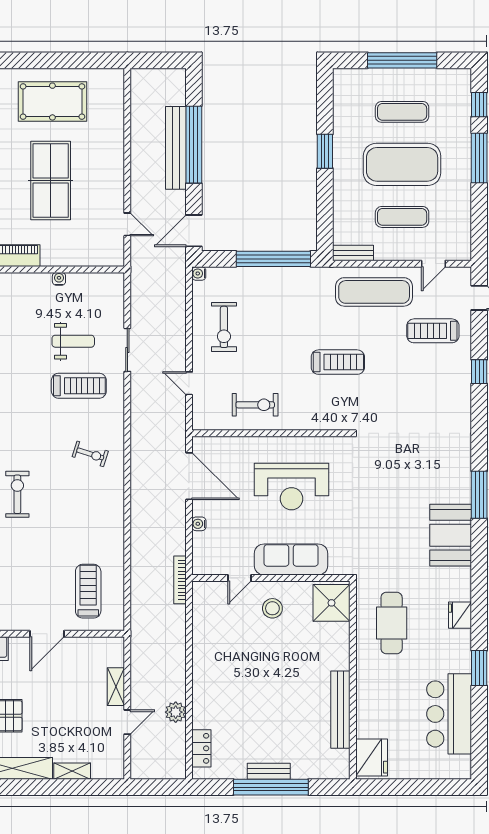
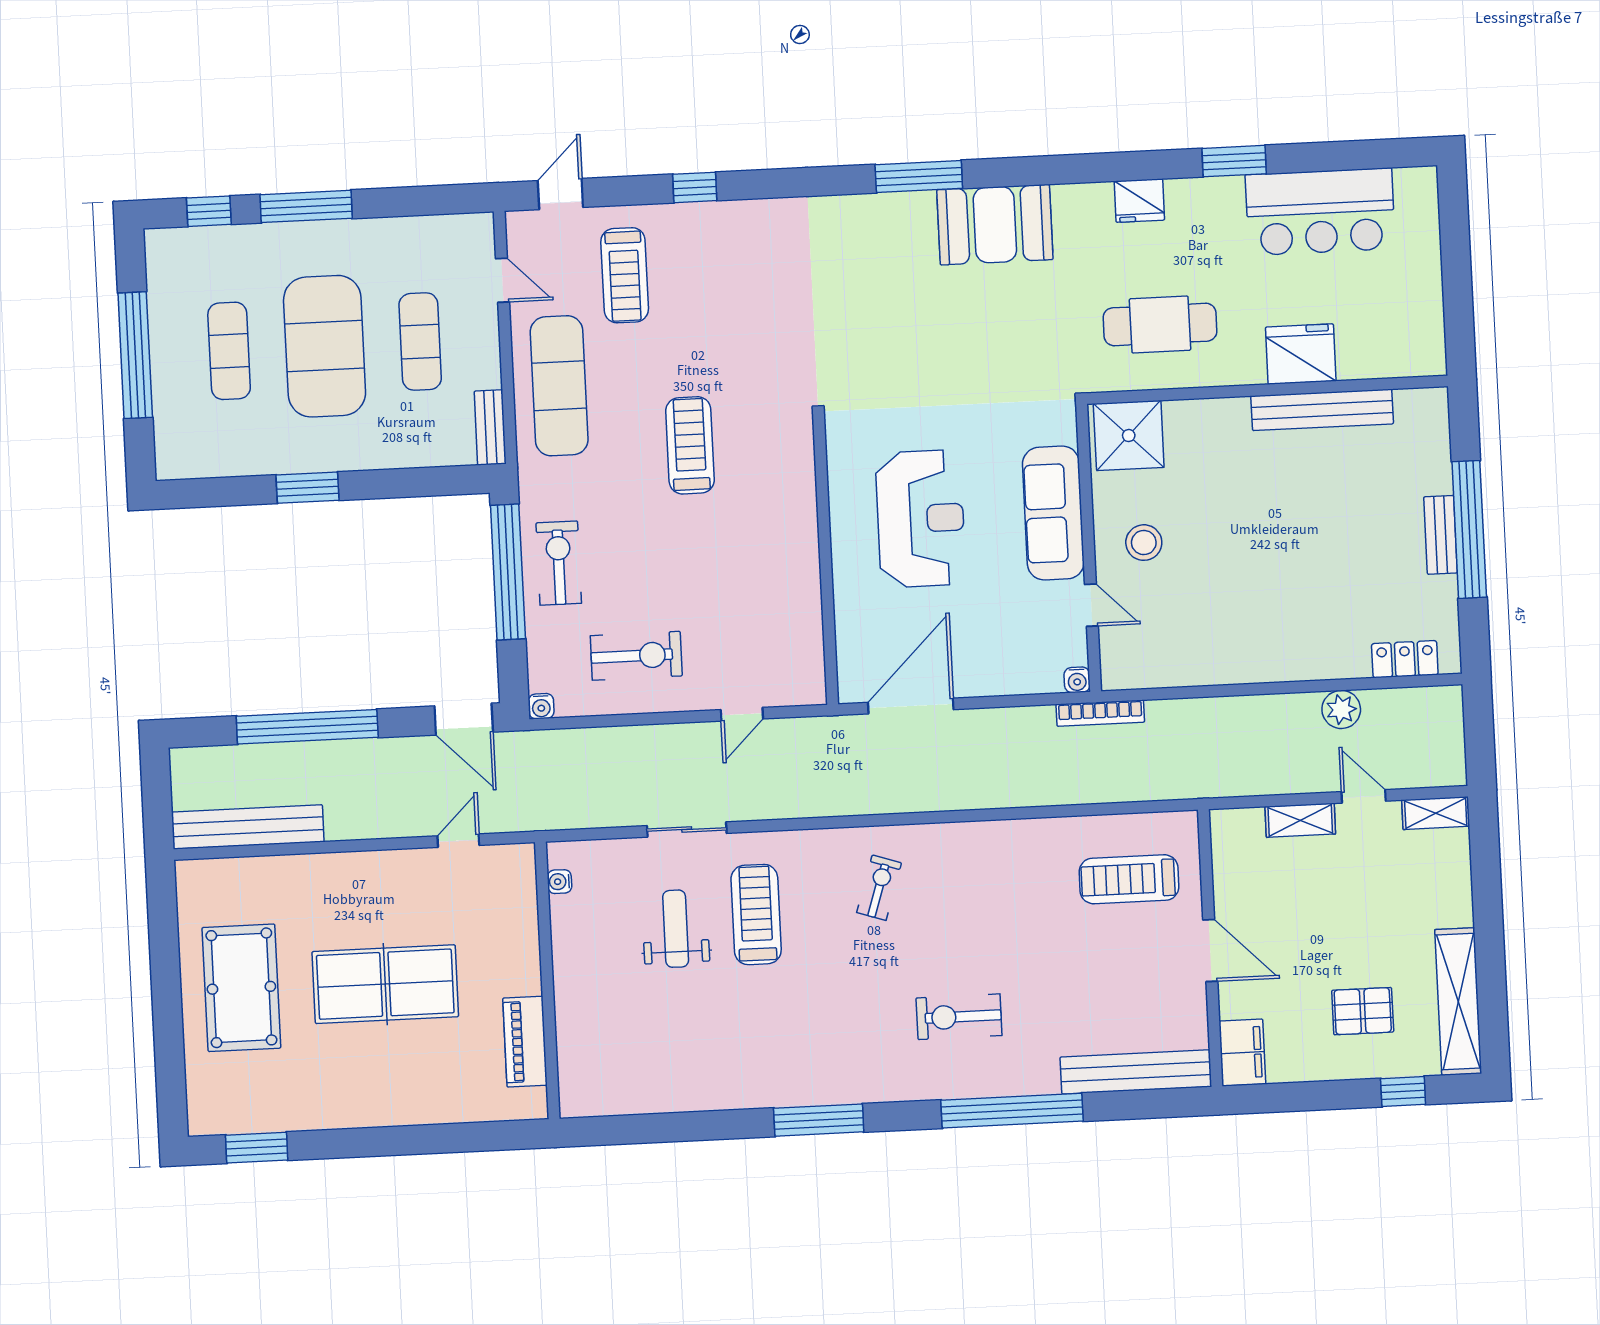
bench: (176, 148) -> (248, 827), moved
water cooler: (59, 279) -> (560, 882), moved
exercise bike: (255, 405) -> (559, 563), moved
water cooler: (199, 524) -> (1077, 680), moved
fridge: (372, 757) -> (1301, 354), moved
shelving: (72, 771) -> (1436, 813), moved, turned 90

